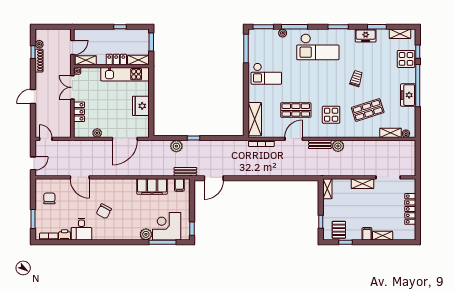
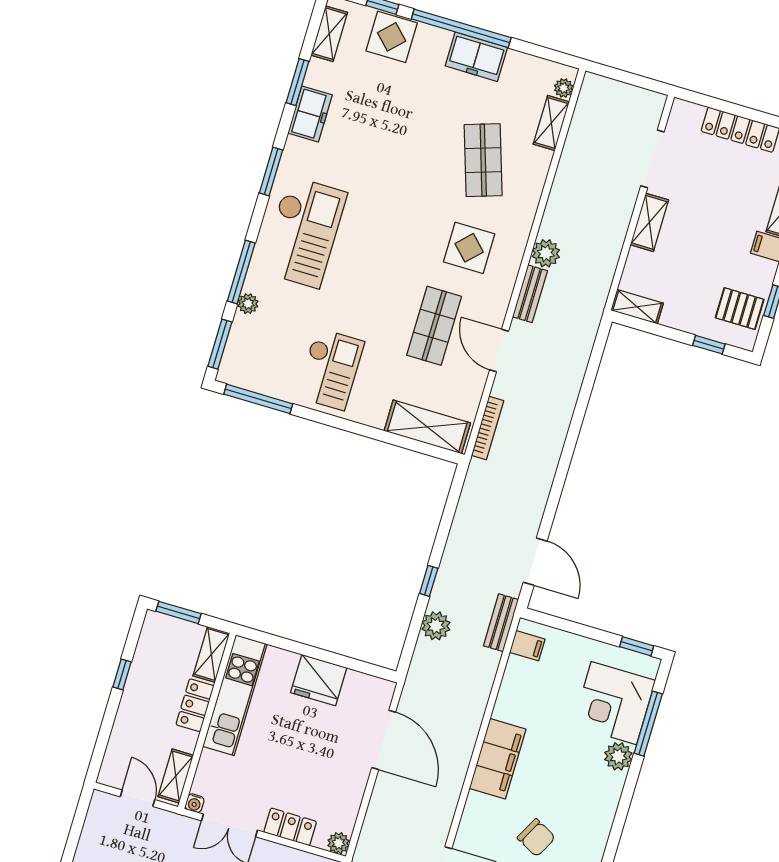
trolley: (356, 79) -> (403, 165), removed
plant: (97, 133) -> (338, 843), moved
filing cabinet: (152, 186) -> (498, 759), moved

